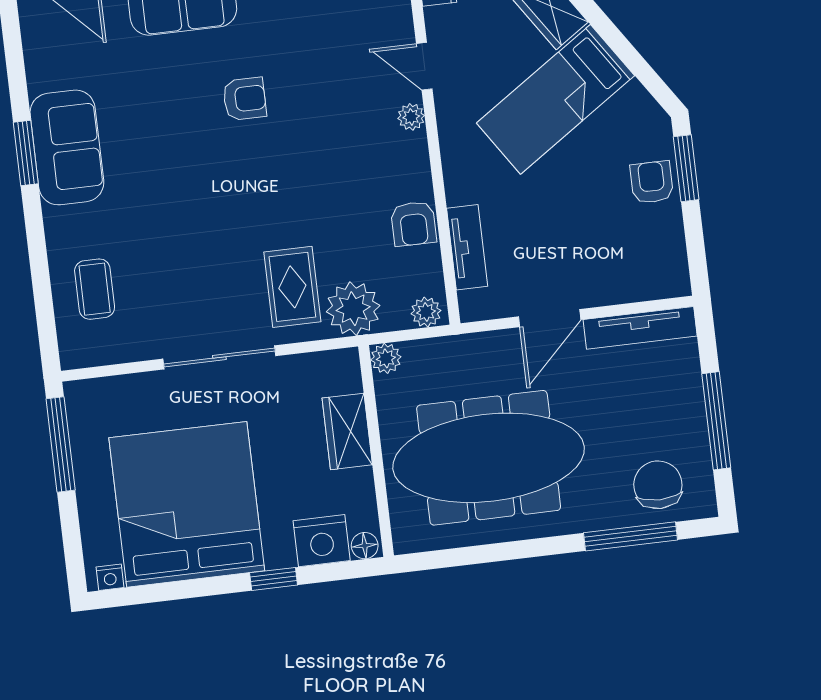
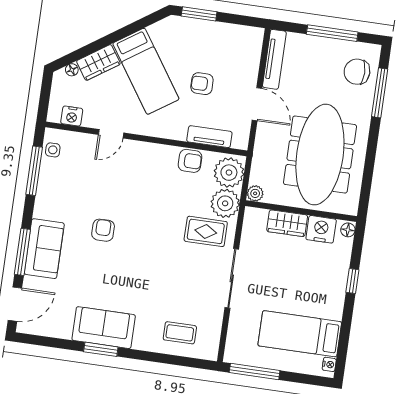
plant: (411, 117) -> (135, 147), removed
armchair: (652, 182) -> (202, 84), moved
plant: (426, 312) -> (229, 173), width x1.88, depth x1.88
bed: (187, 504) -> (300, 334), width x0.49
nightstand: (322, 541) -> (321, 229), moved, turned -90

